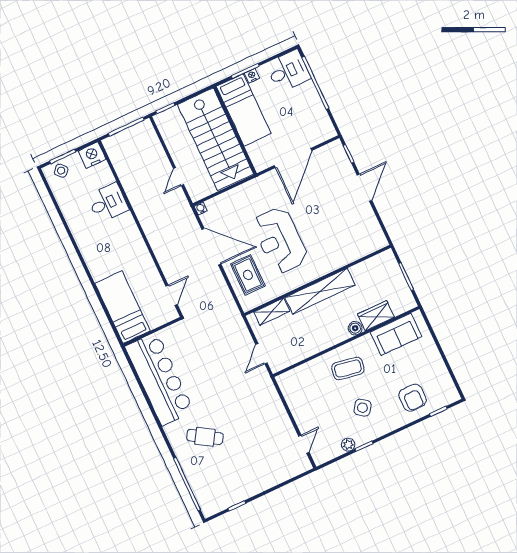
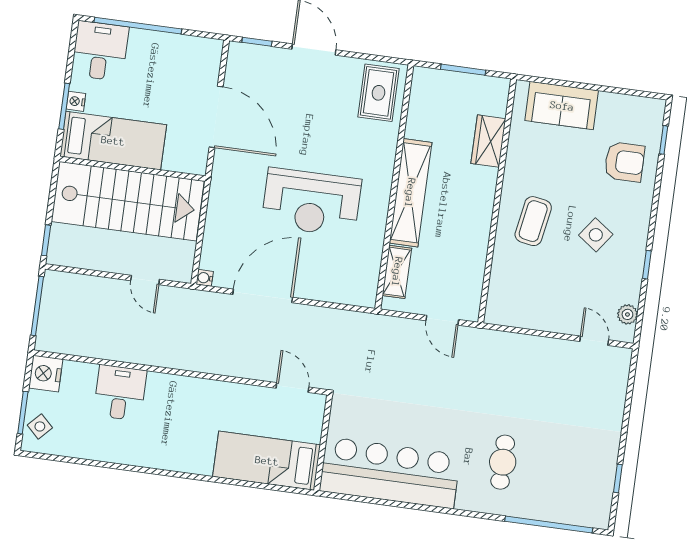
rug: (248, 275) -> (379, 93), moved, turned 90
boiler: (355, 328) -> (487, 178), removed
sofa: (396, 334) -> (562, 106), moved, turned 90
cafe table: (205, 437) -> (503, 462), turned -32
plant: (348, 445) -> (627, 314), moved

